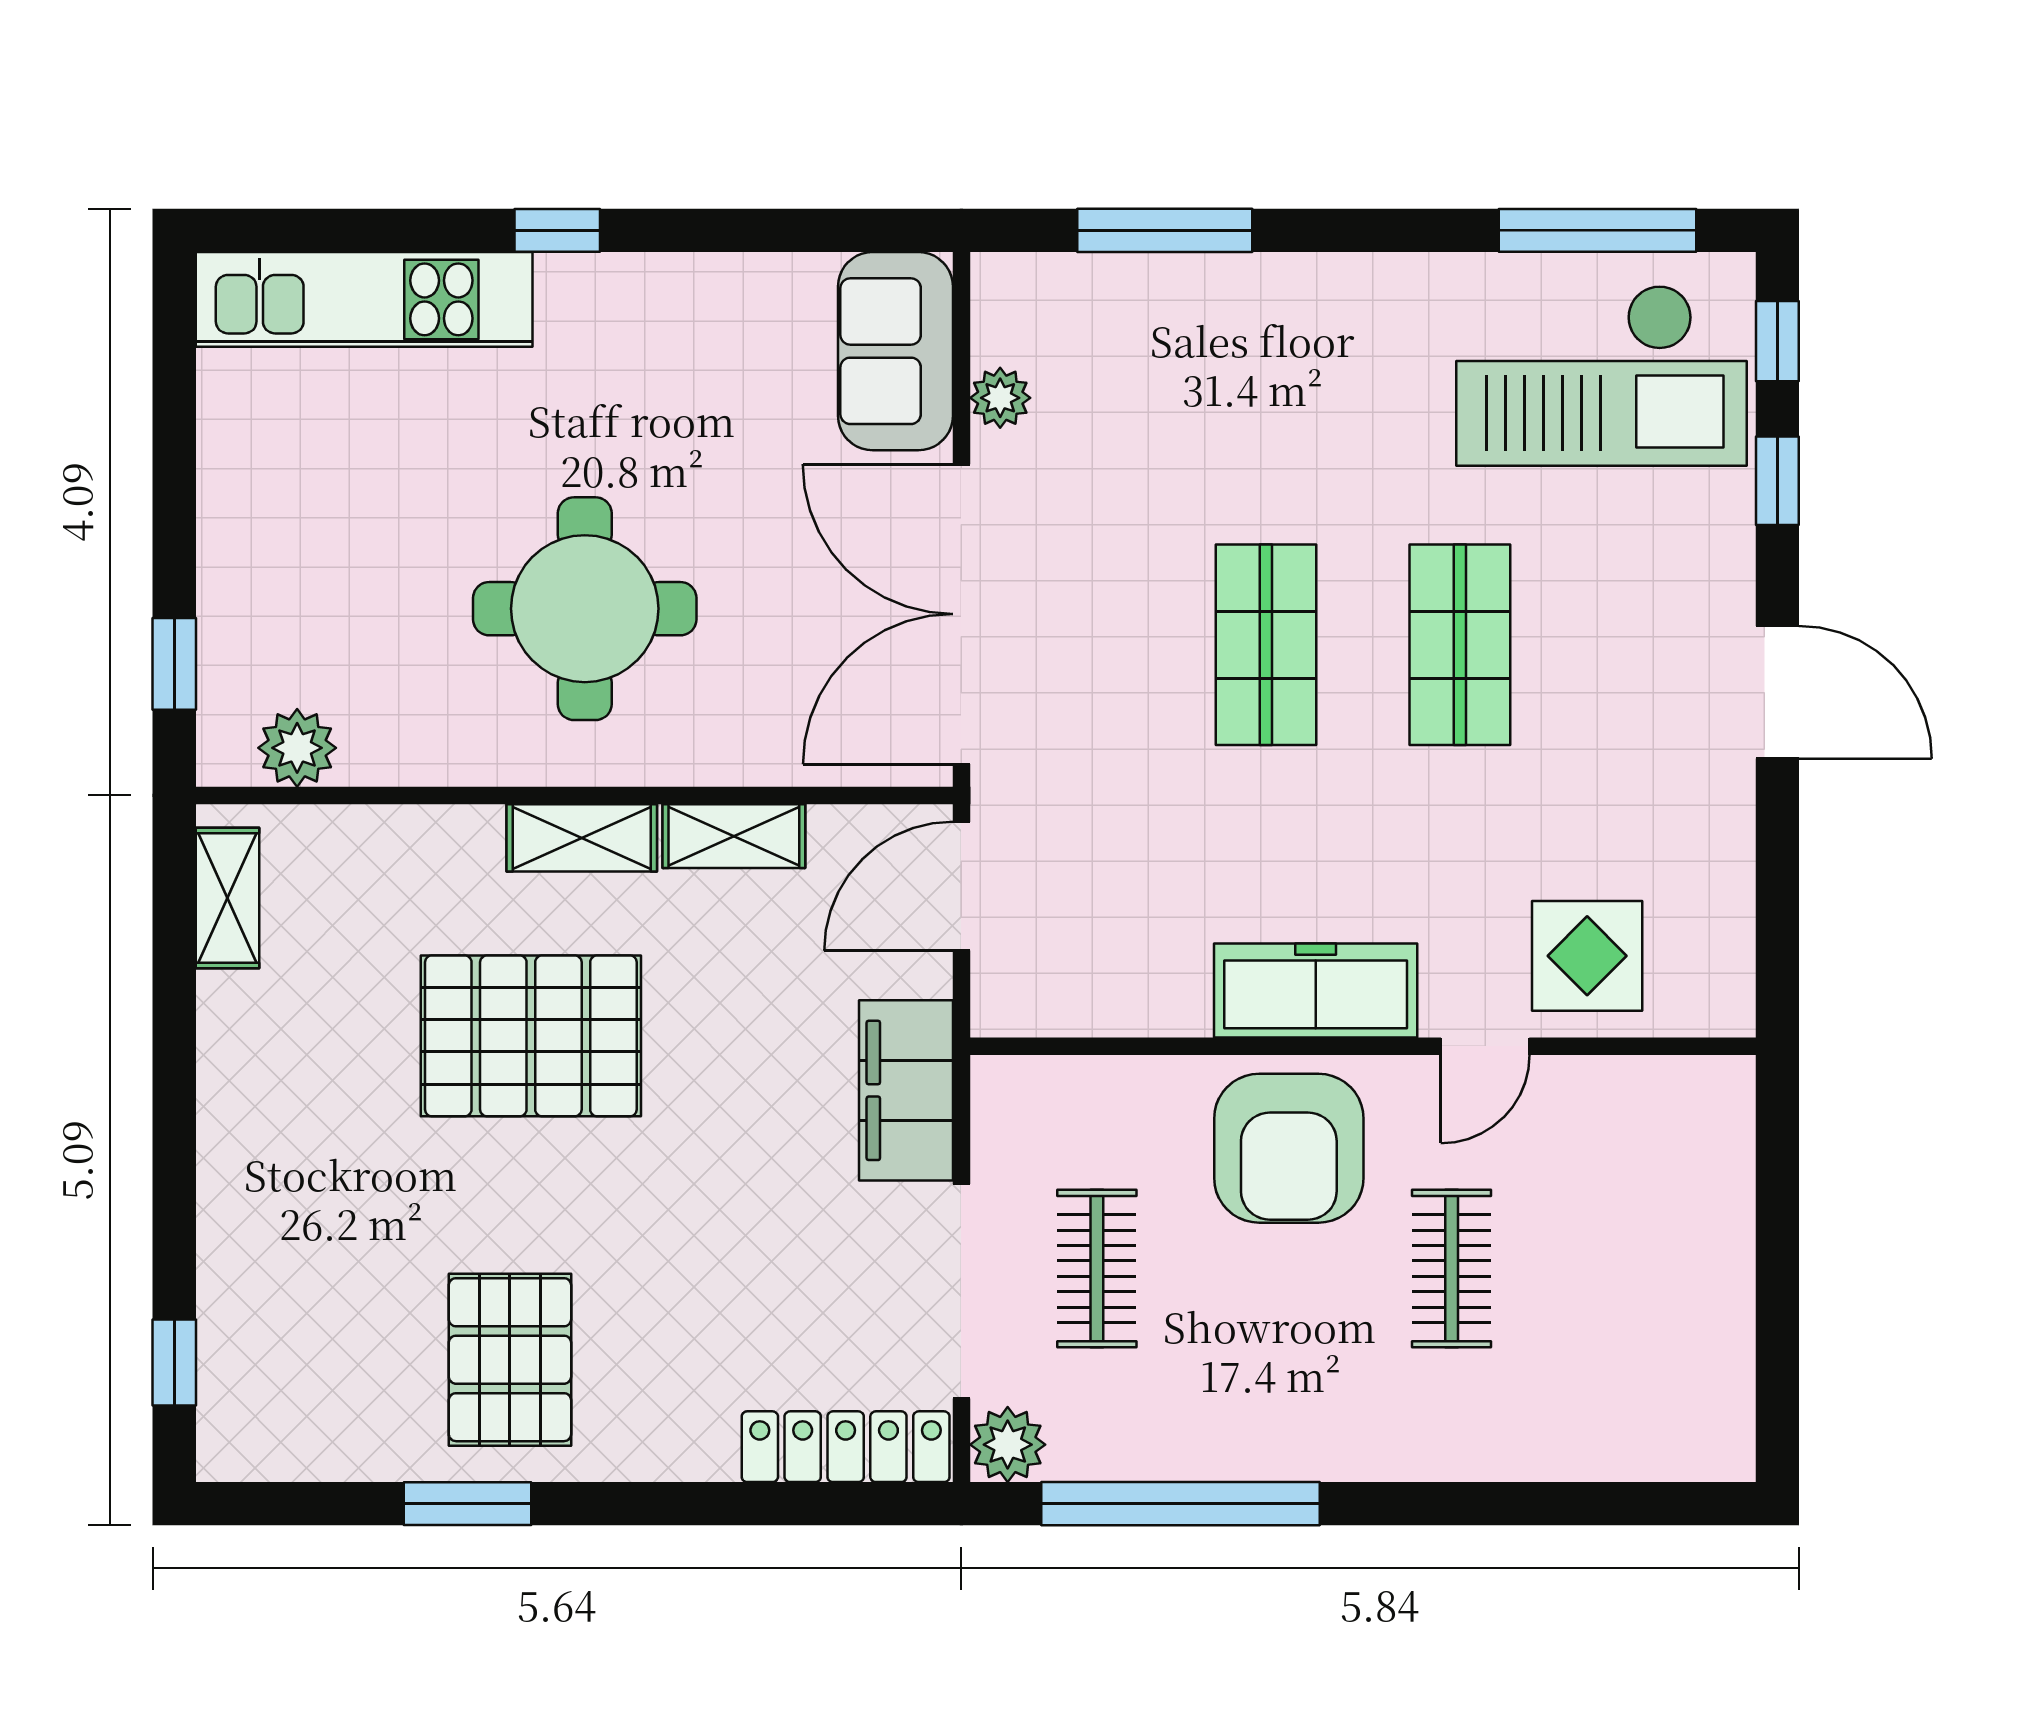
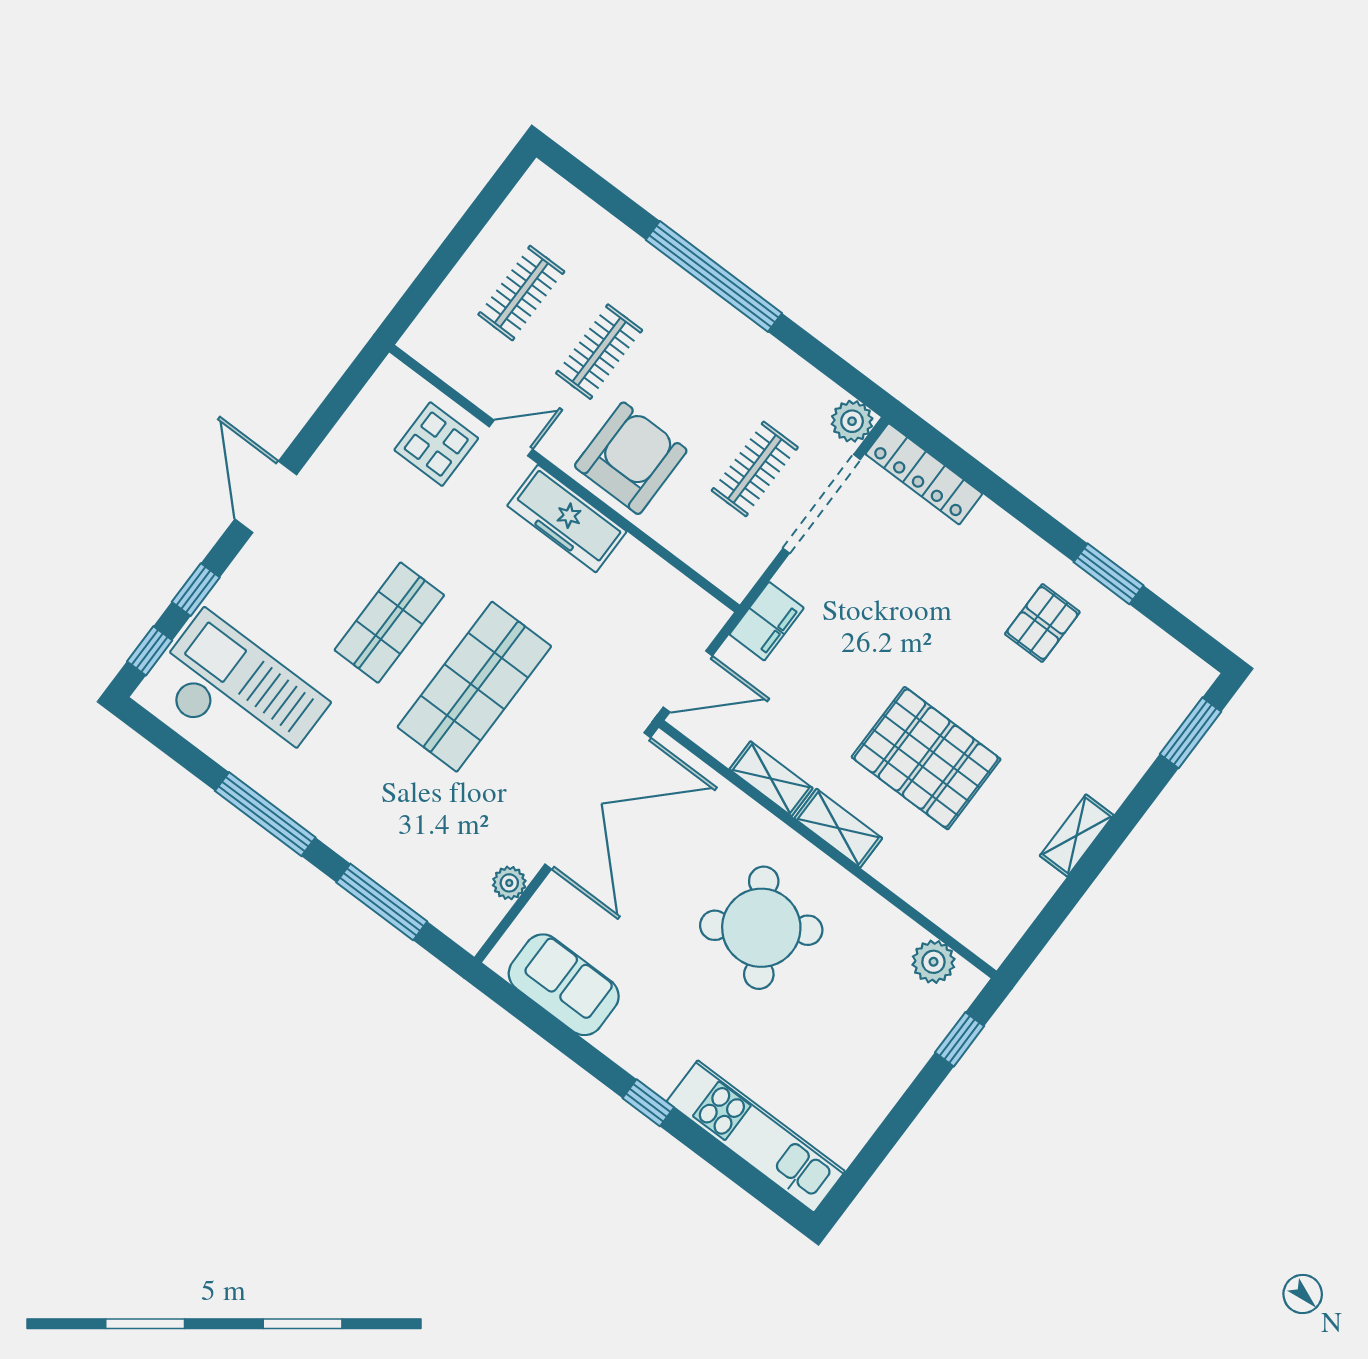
window: (1598, 230) -> (265, 814), moved
sofa: (895, 351) -> (564, 985), moved, turned -90
round table: (585, 609) -> (761, 928), turned -34
shop shelf: (1266, 645) -> (474, 687), width x1.43, depth x1.36
shelving: (227, 898) -> (1077, 835), moved
filing cabinet: (906, 1090) -> (767, 621), width x0.67, depth x0.86
clothes rail: (1629, 1269) -> (521, 293), added
pallet: (510, 1360) -> (1042, 623), width x0.67, depth x0.71
window: (174, 1362) -> (1191, 733), width x1.50
window: (1180, 1504) -> (714, 276), moved

